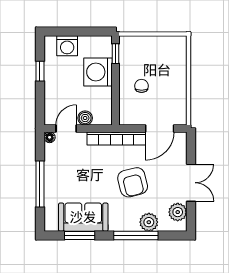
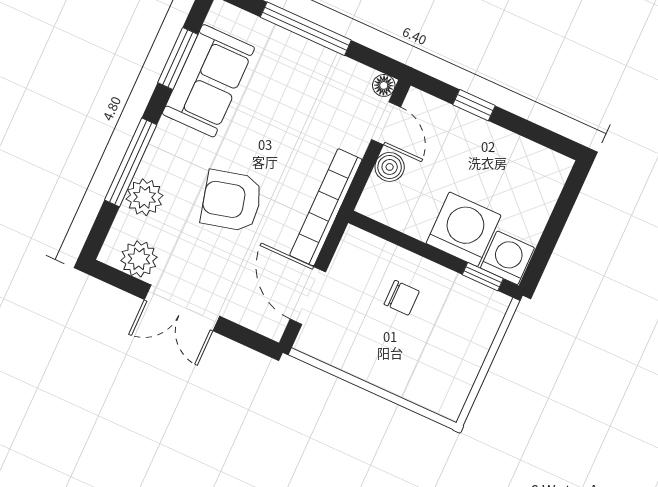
washing machine: (67, 46) -> (507, 258), moved, turned 90
window: (40, 71) -> (474, 105), moved

